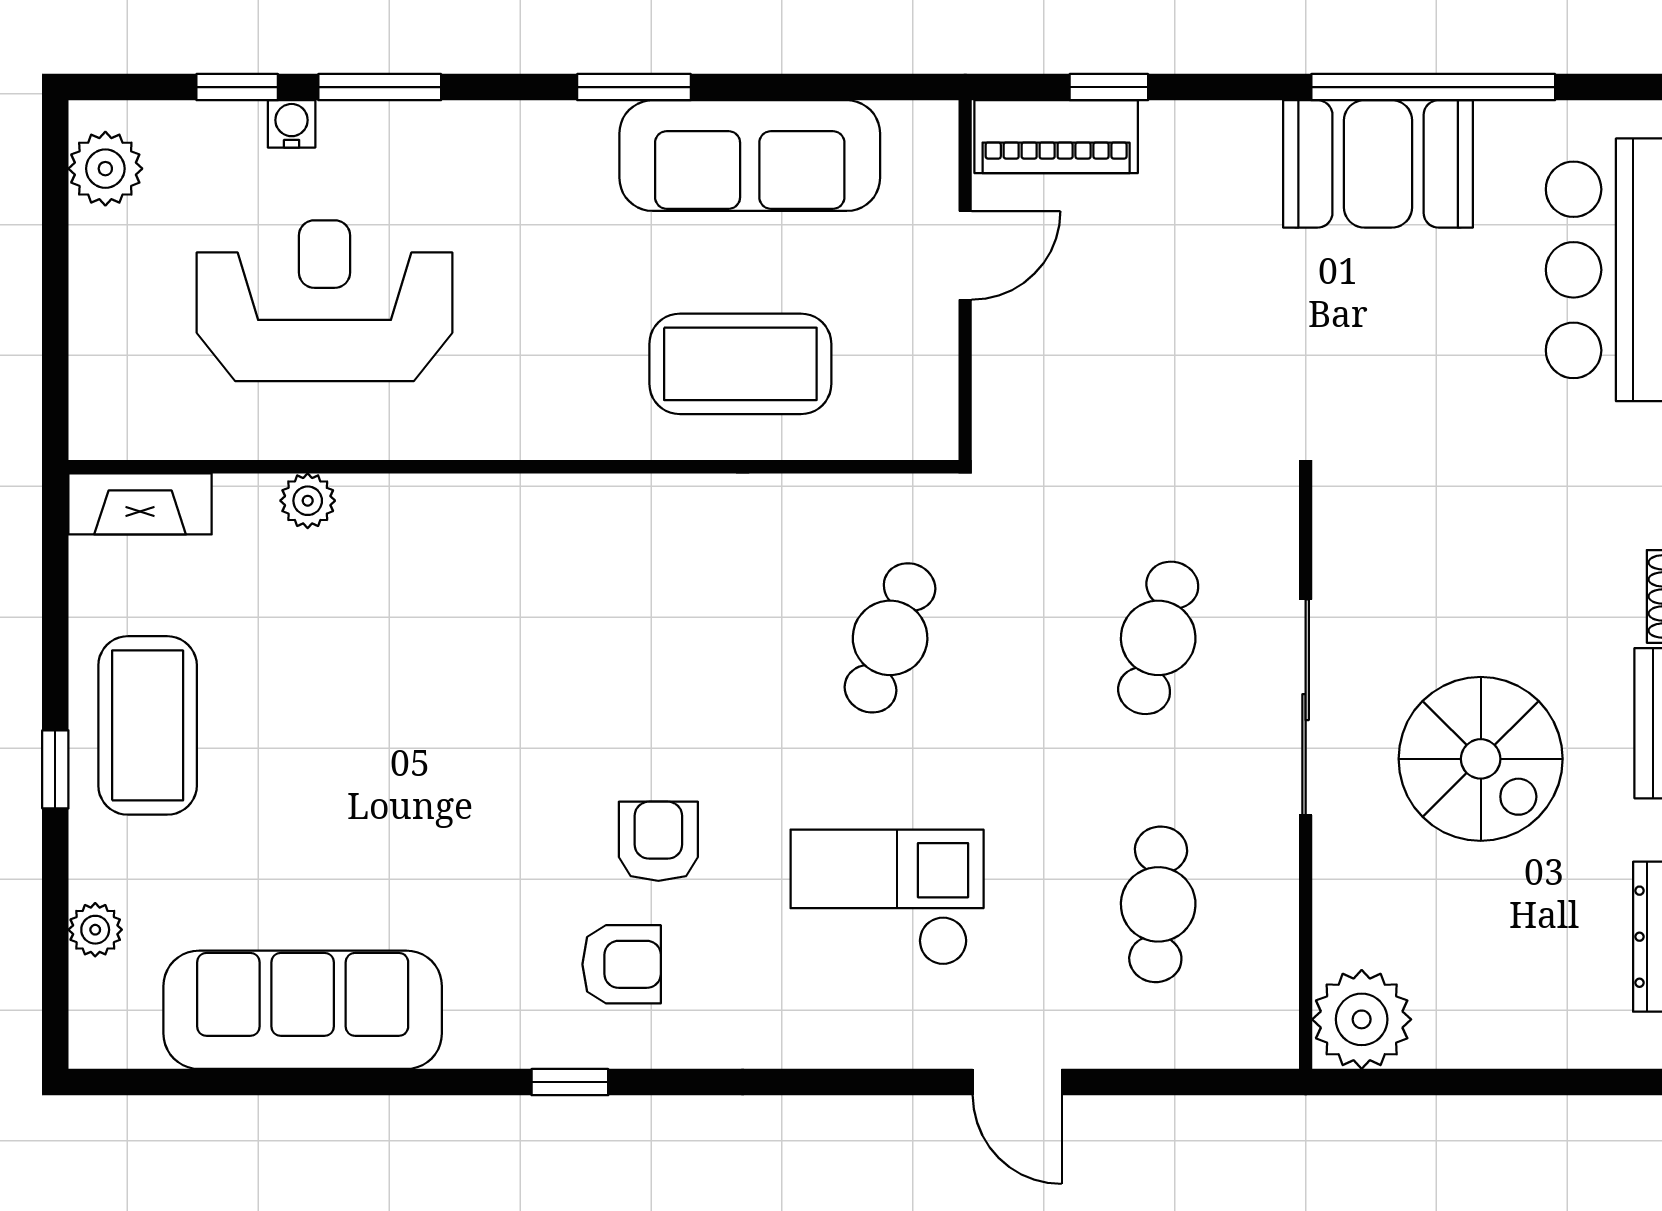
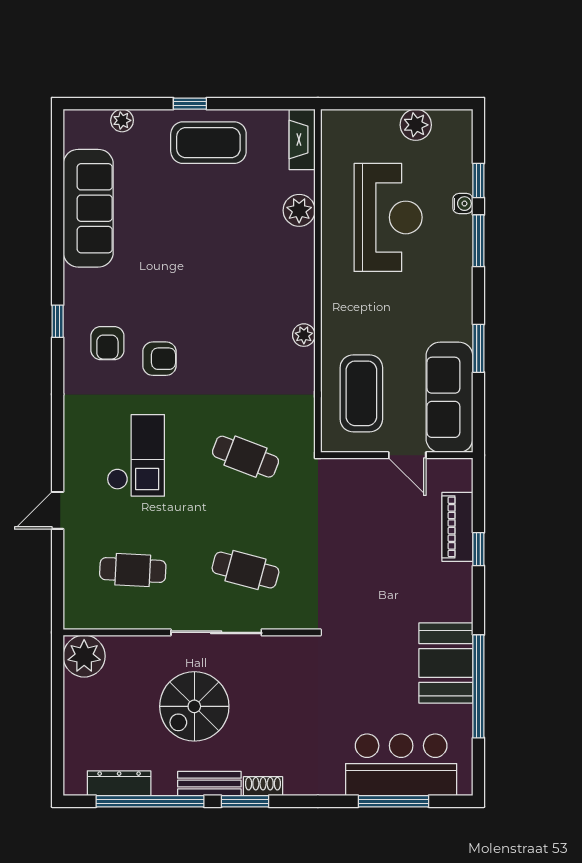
plant: (105, 169) -> (416, 125), moved
door: (965, 255) -> (407, 455), moved
wall: (965, 280) -> (397, 455), moved
plant: (603, 500) -> (304, 335), added
plant: (308, 501) -> (299, 210), width x1.38, depth x1.38

